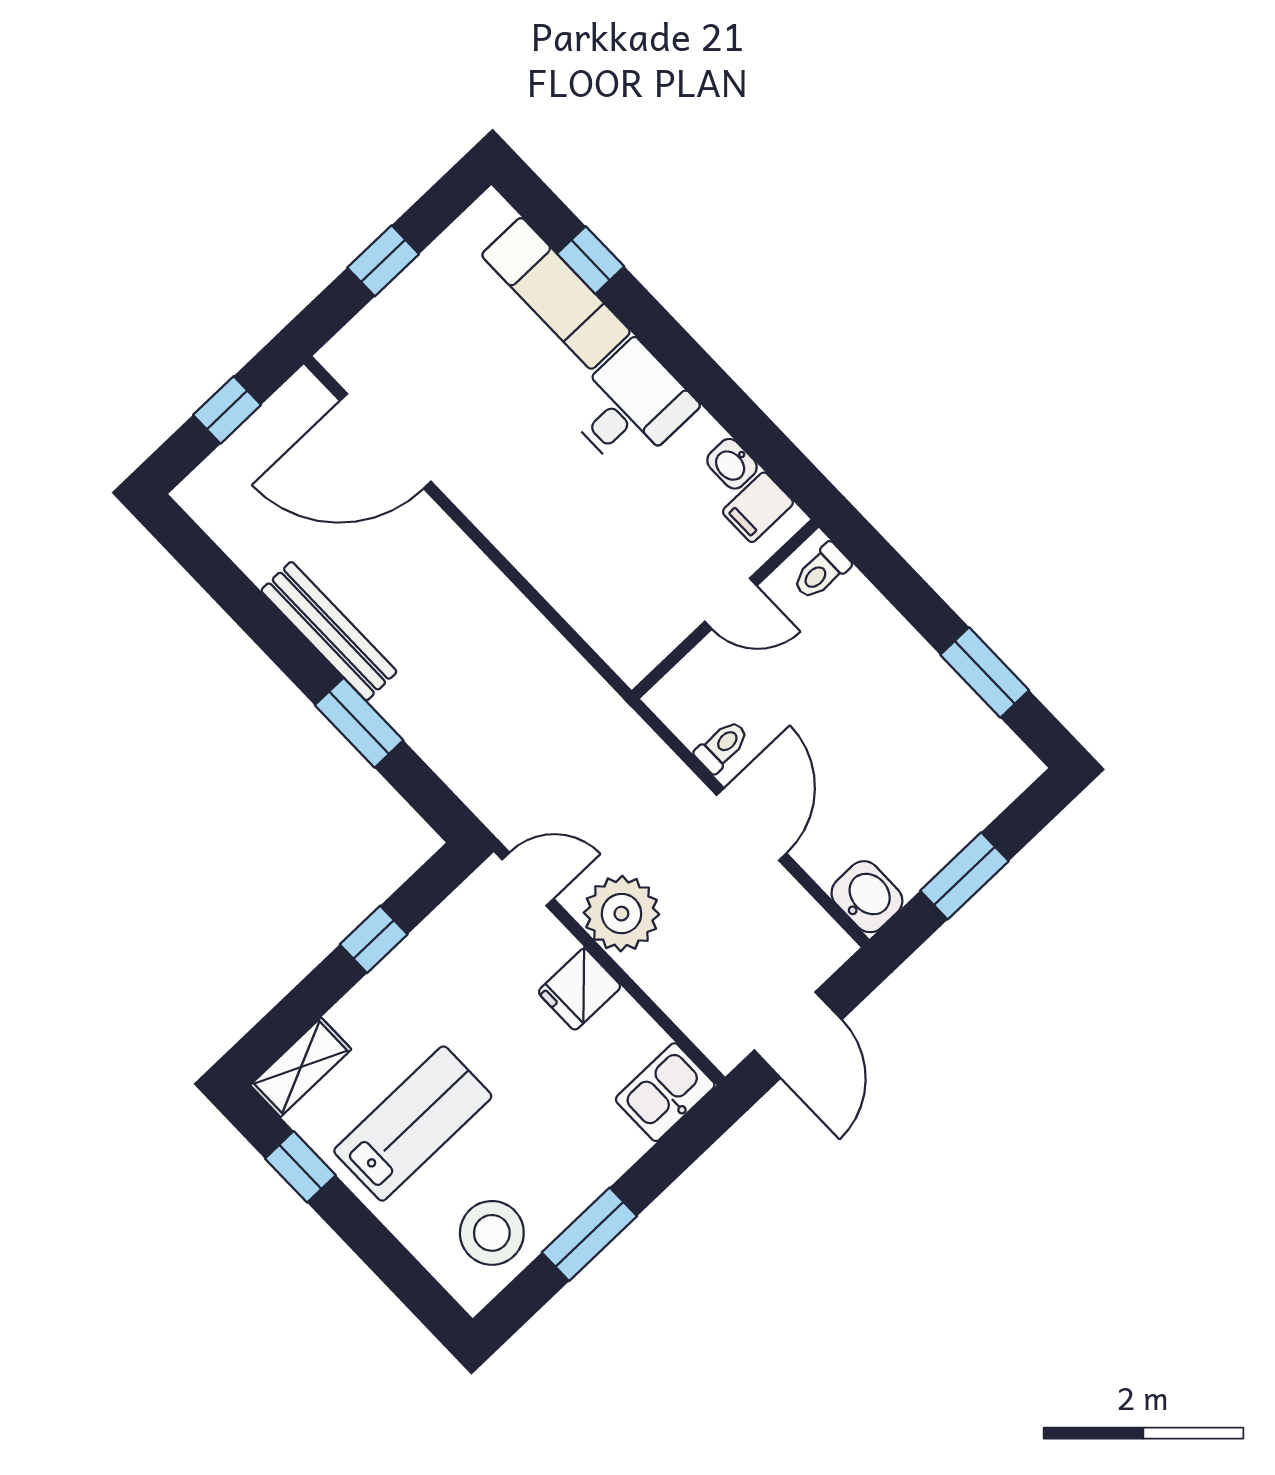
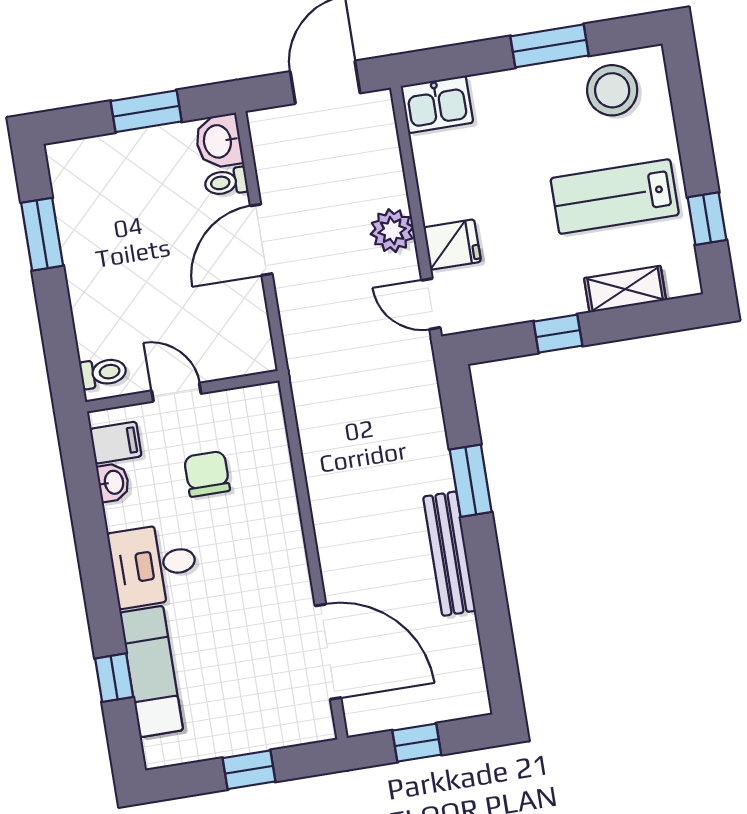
chair: (640, 540) -> (207, 474), added
toilet: (722, 746) -> (226, 182), moved
plant: (621, 914) -> (392, 231), width x0.73, depth x0.73
fridge: (579, 989) -> (452, 245), moved
shelving: (301, 1067) -> (625, 289), moved

